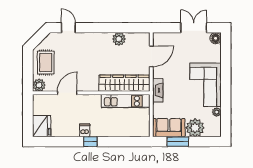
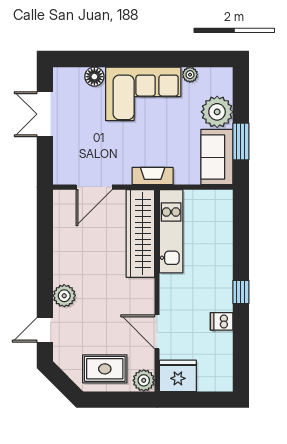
floor lamp: (216, 38) -> (94, 77), moved
plant: (119, 39) -> (64, 296), moved
door: (151, 56) -> (94, 187), swing flipped
fridge: (42, 126) -> (178, 376), moved
dishwasher: (85, 130) -> (222, 321), moved

